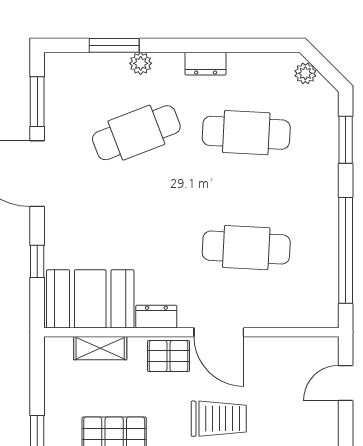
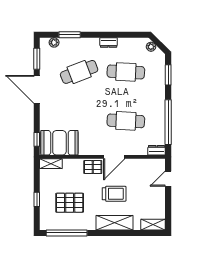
plant: (141, 63) -> (54, 42), moved
window: (37, 261) -> (37, 139), moved
dresser: (156, 317) -> (157, 150), moved
door: (219, 332) -> (114, 157), hinge flipped
shelving: (100, 348) -> (51, 164), moved

